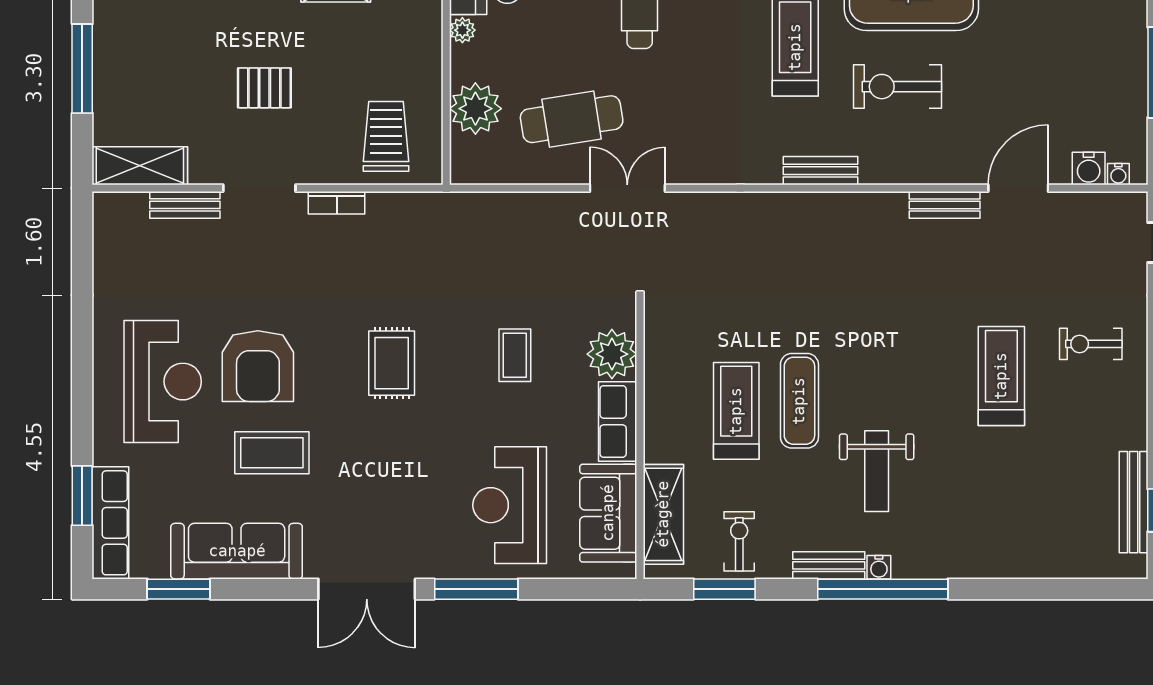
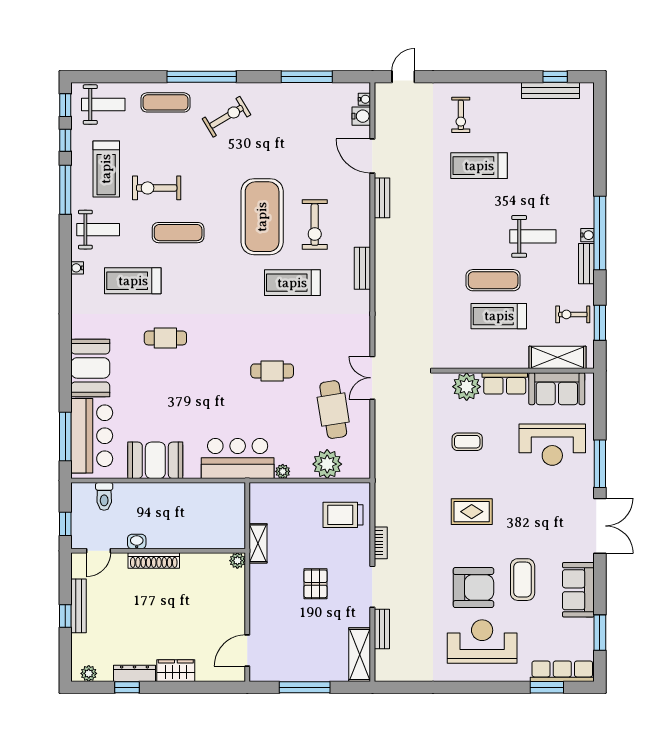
sofa: (237, 551) -> (578, 590), width x0.73

